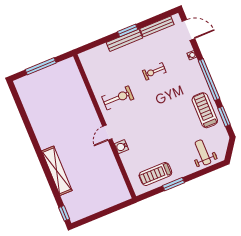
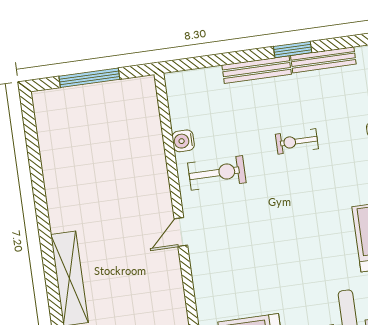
window: (128, 30) -> (293, 50), moved
water cooler: (121, 147) -> (183, 141), moved

